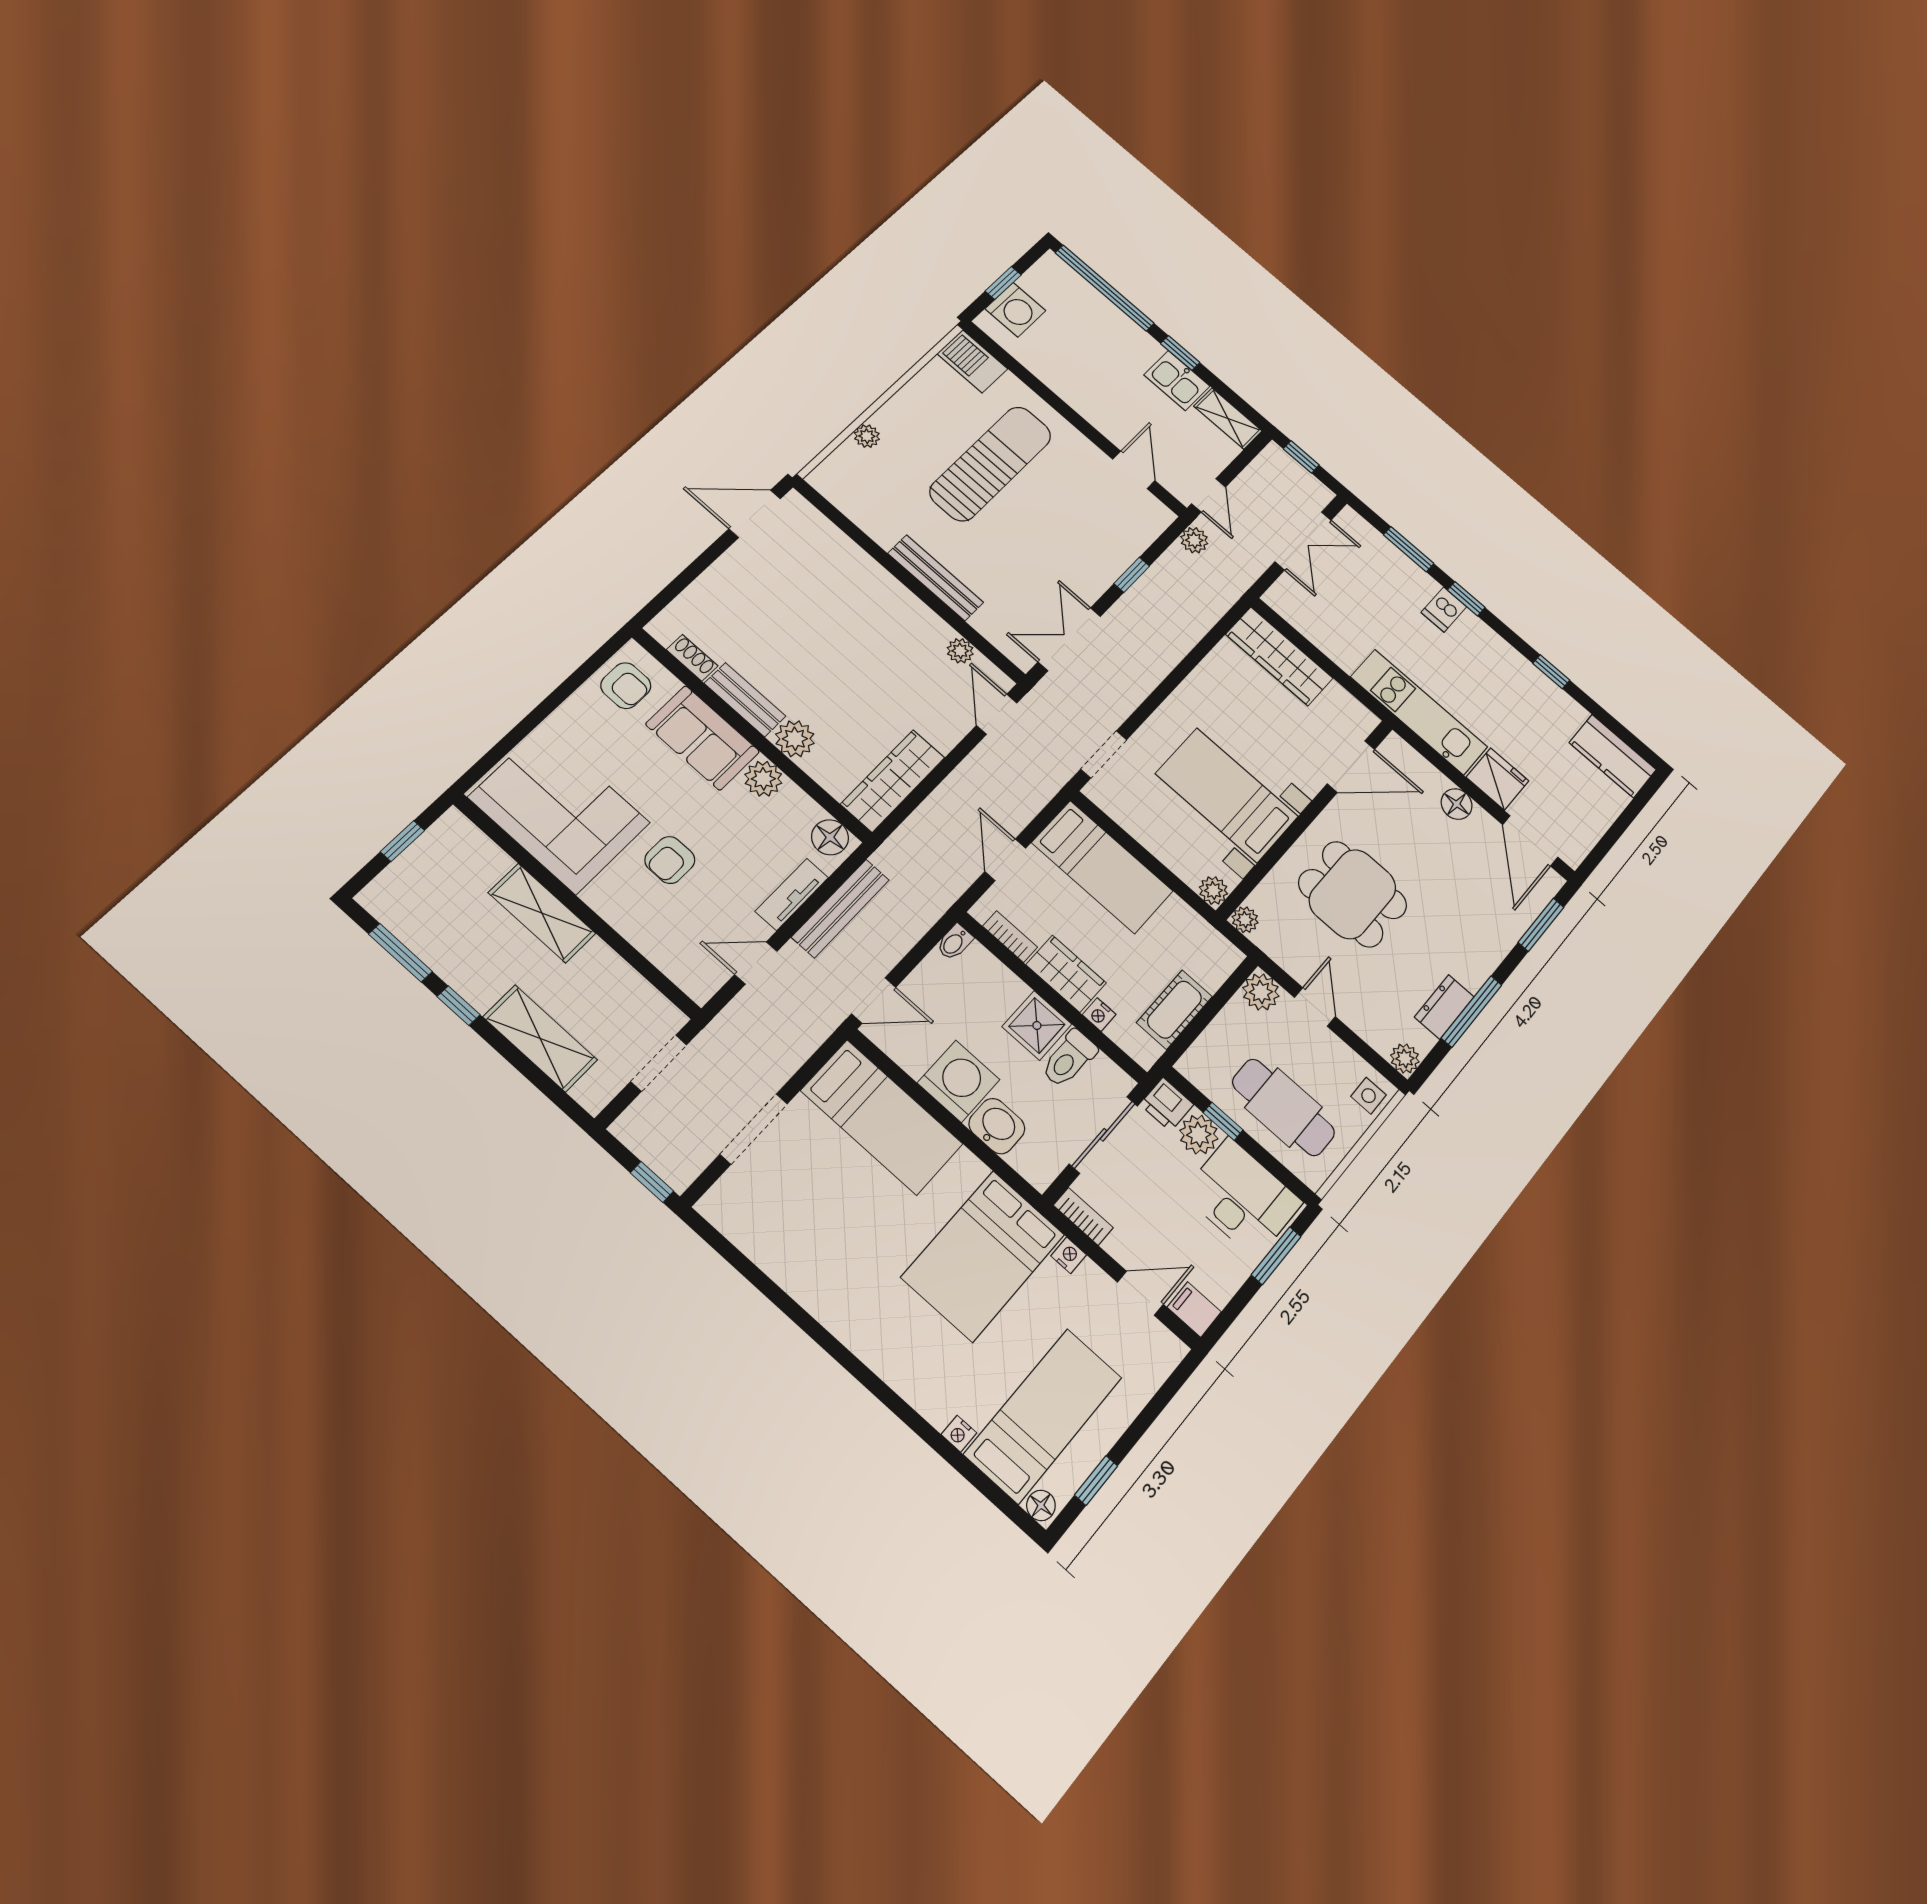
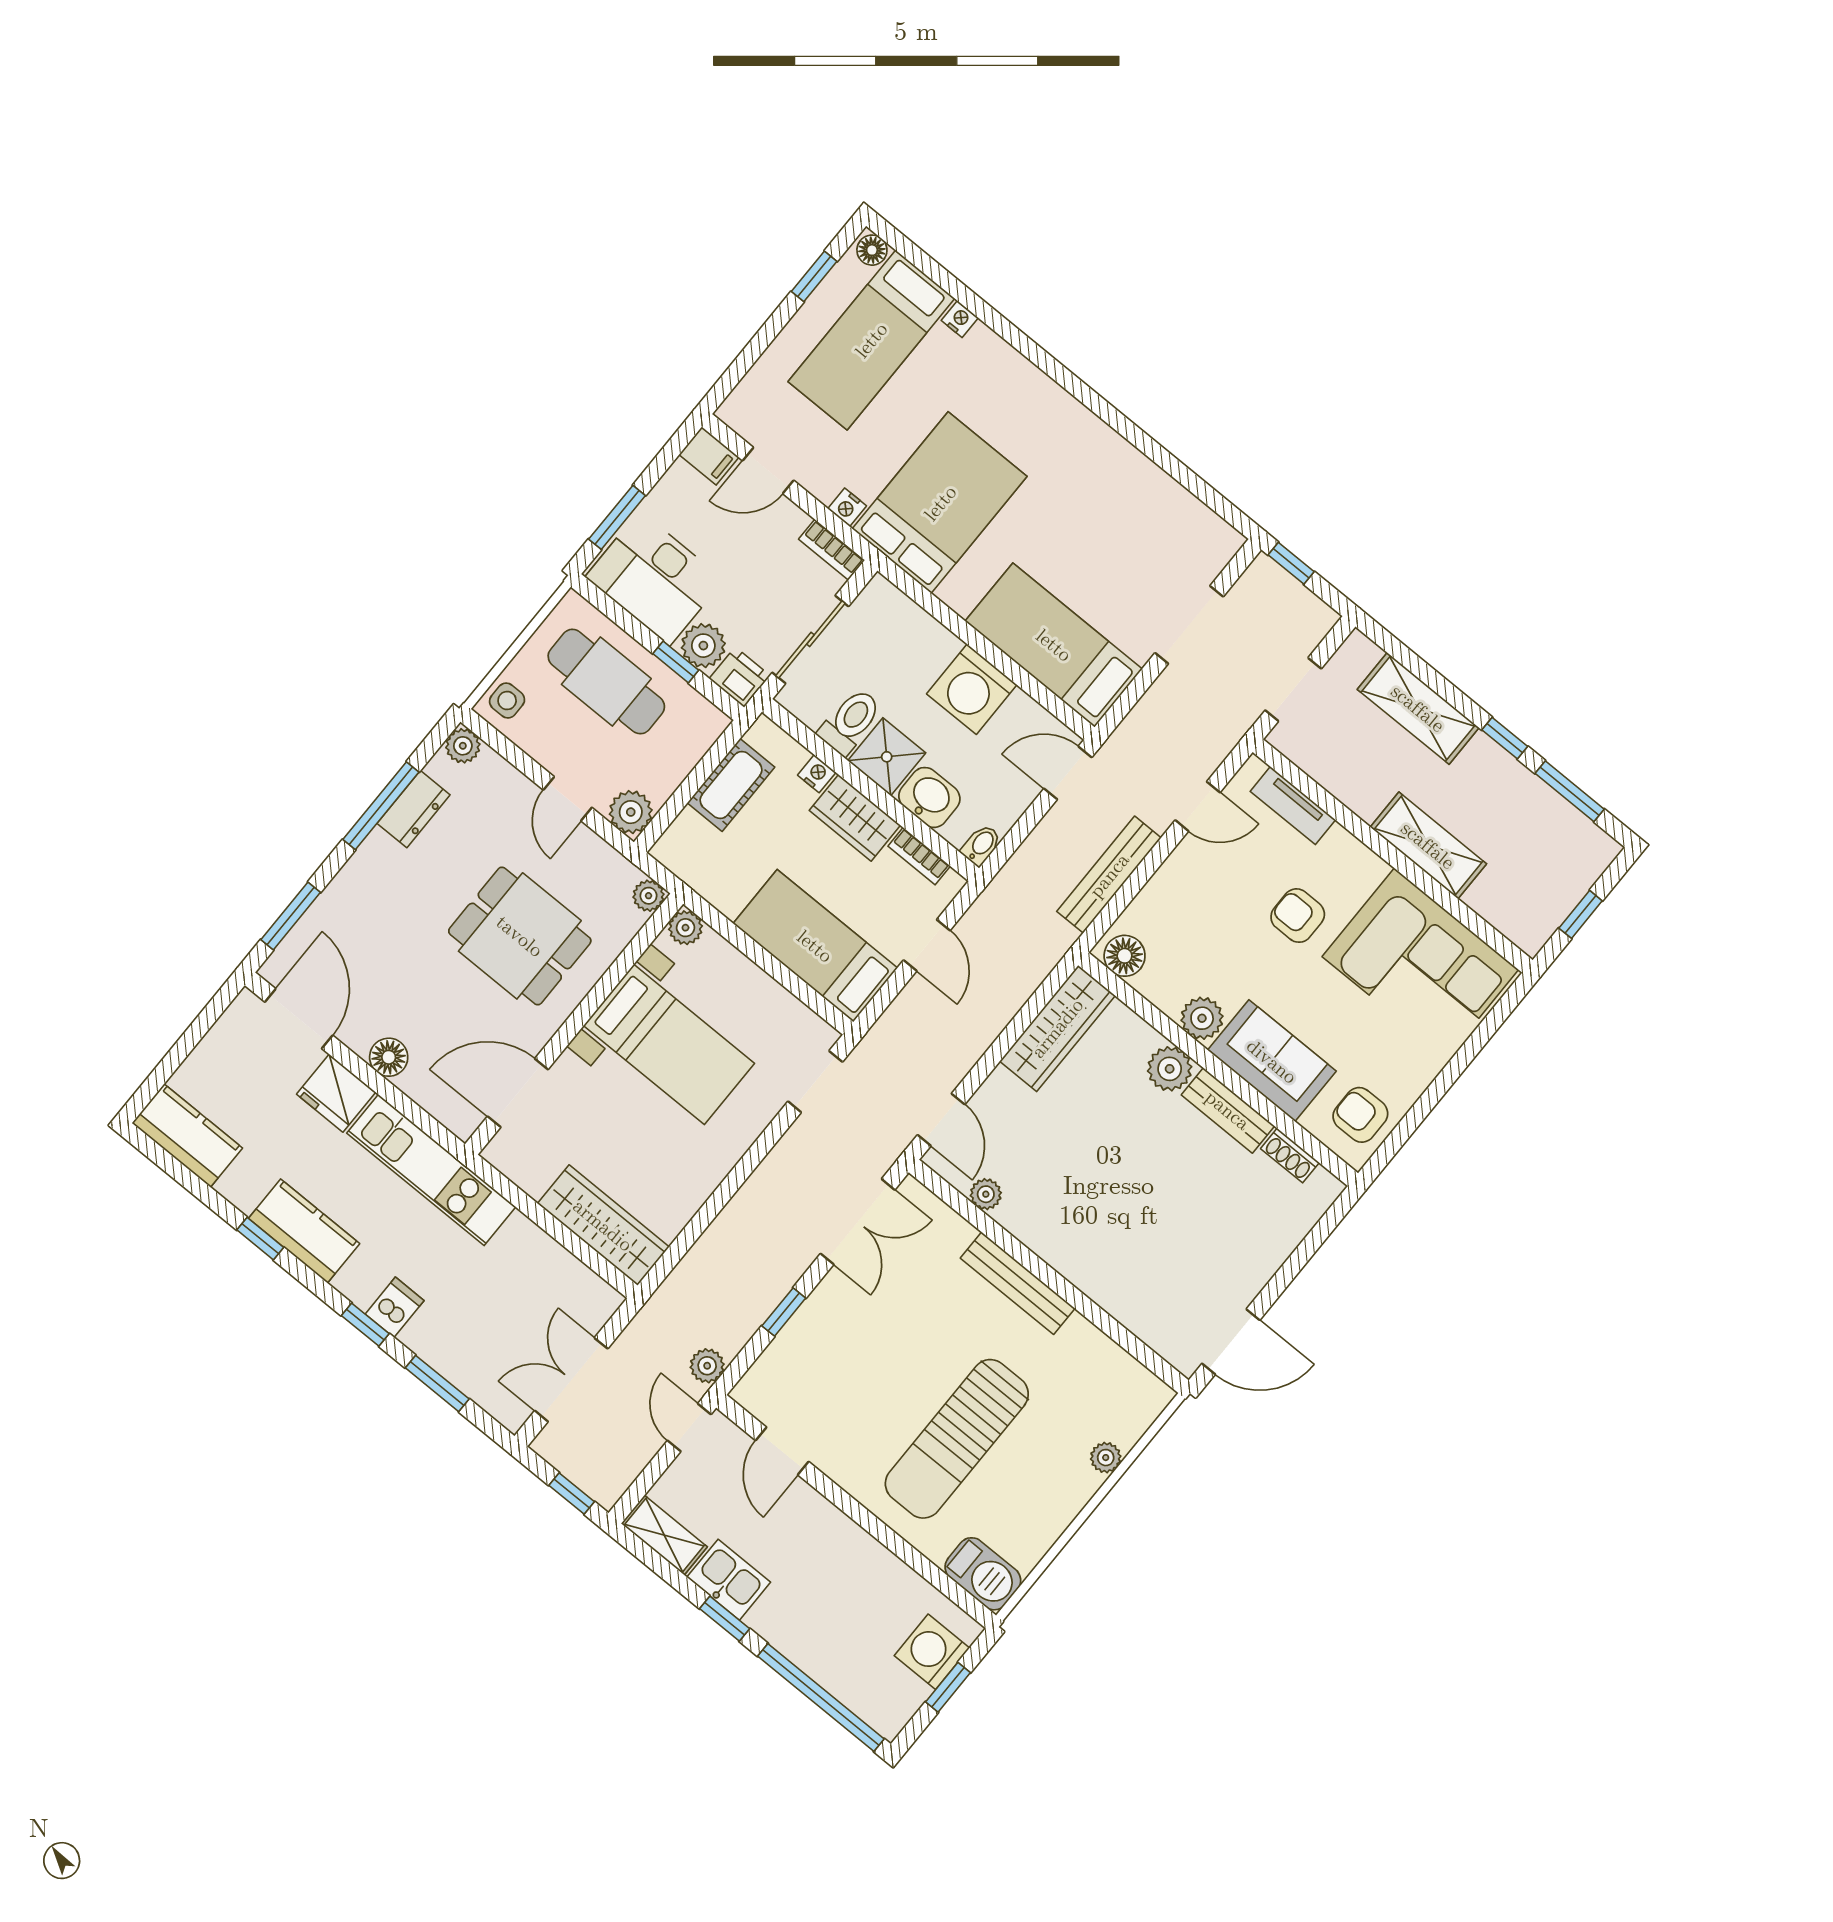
kitchen counter: (1517, 674) -> (304, 1231), added
armchair: (670, 860) -> (1298, 916), turned -90
tv unit: (792, 894) -> (1293, 806), moved, turned 90
washbasin: (997, 1126) -> (929, 797), moved, turned 180

